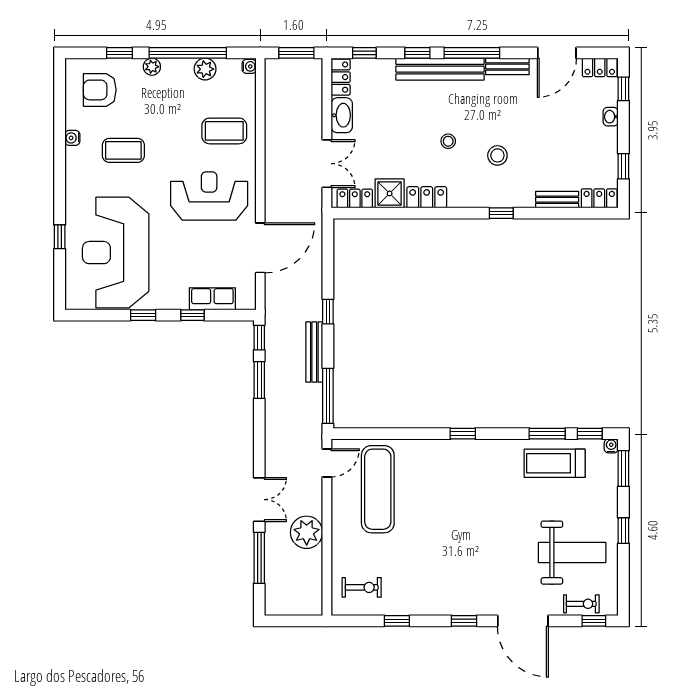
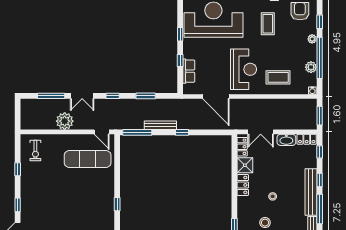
coffee table: (224, 131) -> (278, 77), turned 90
window: (259, 338) -> (113, 96), moved

